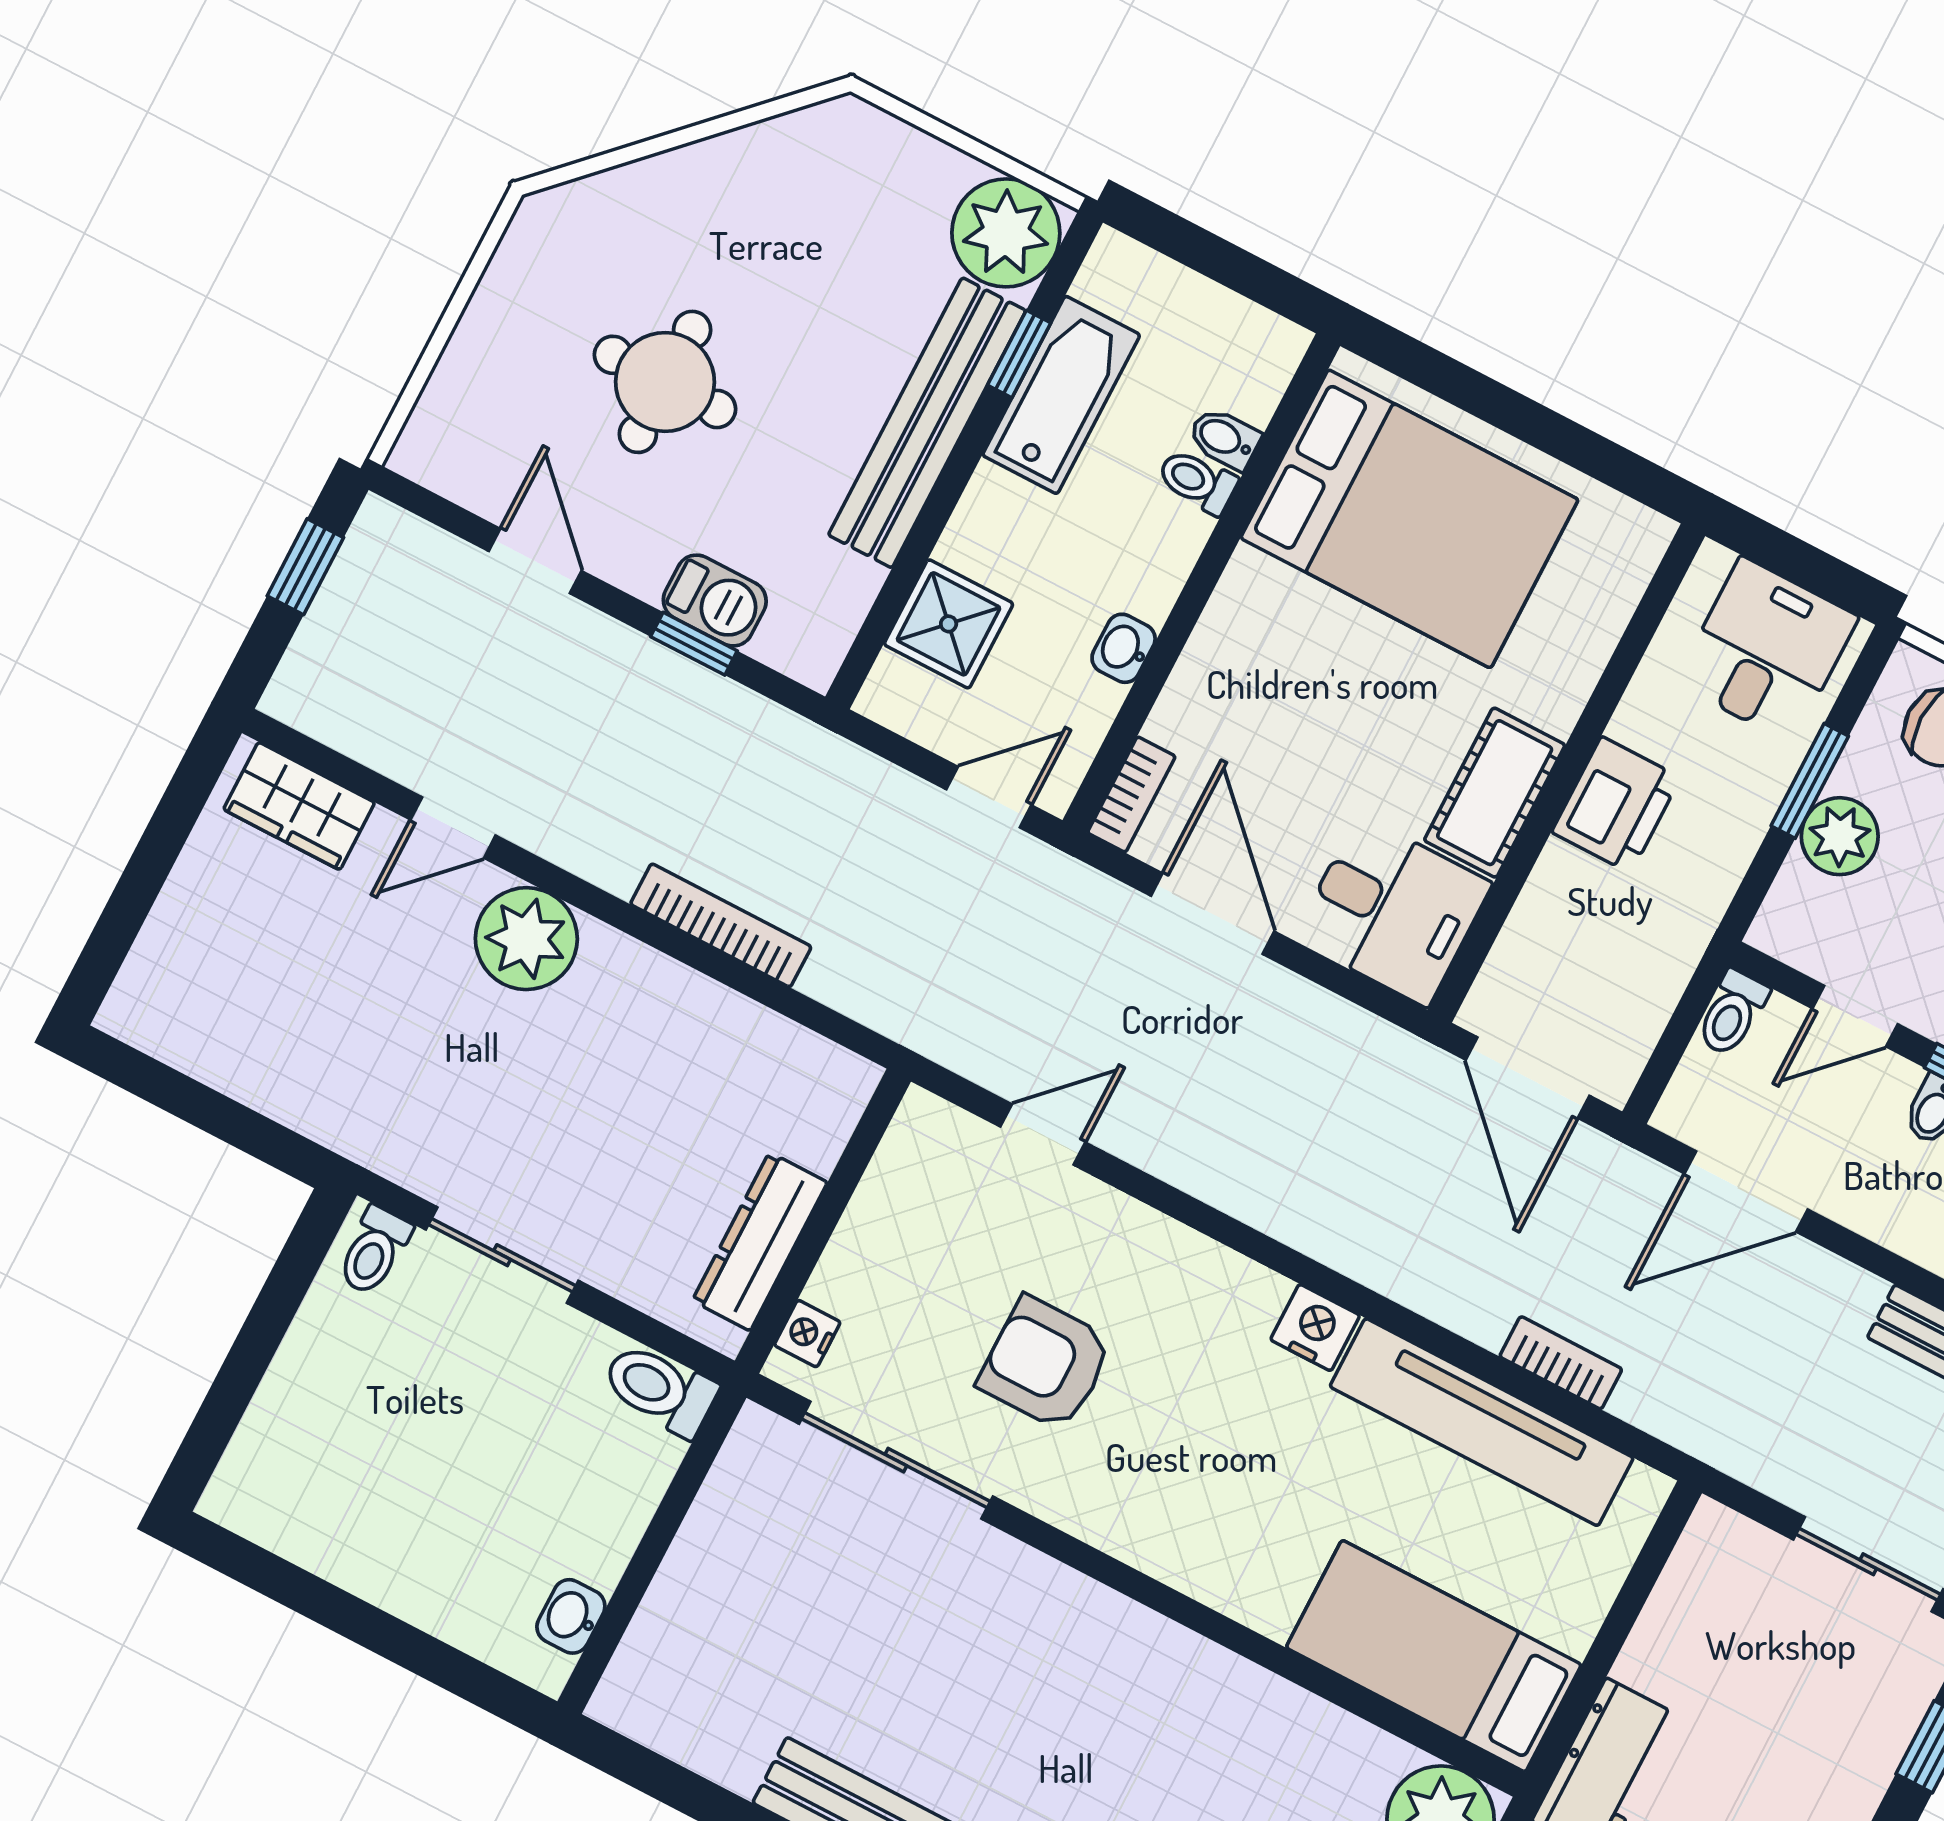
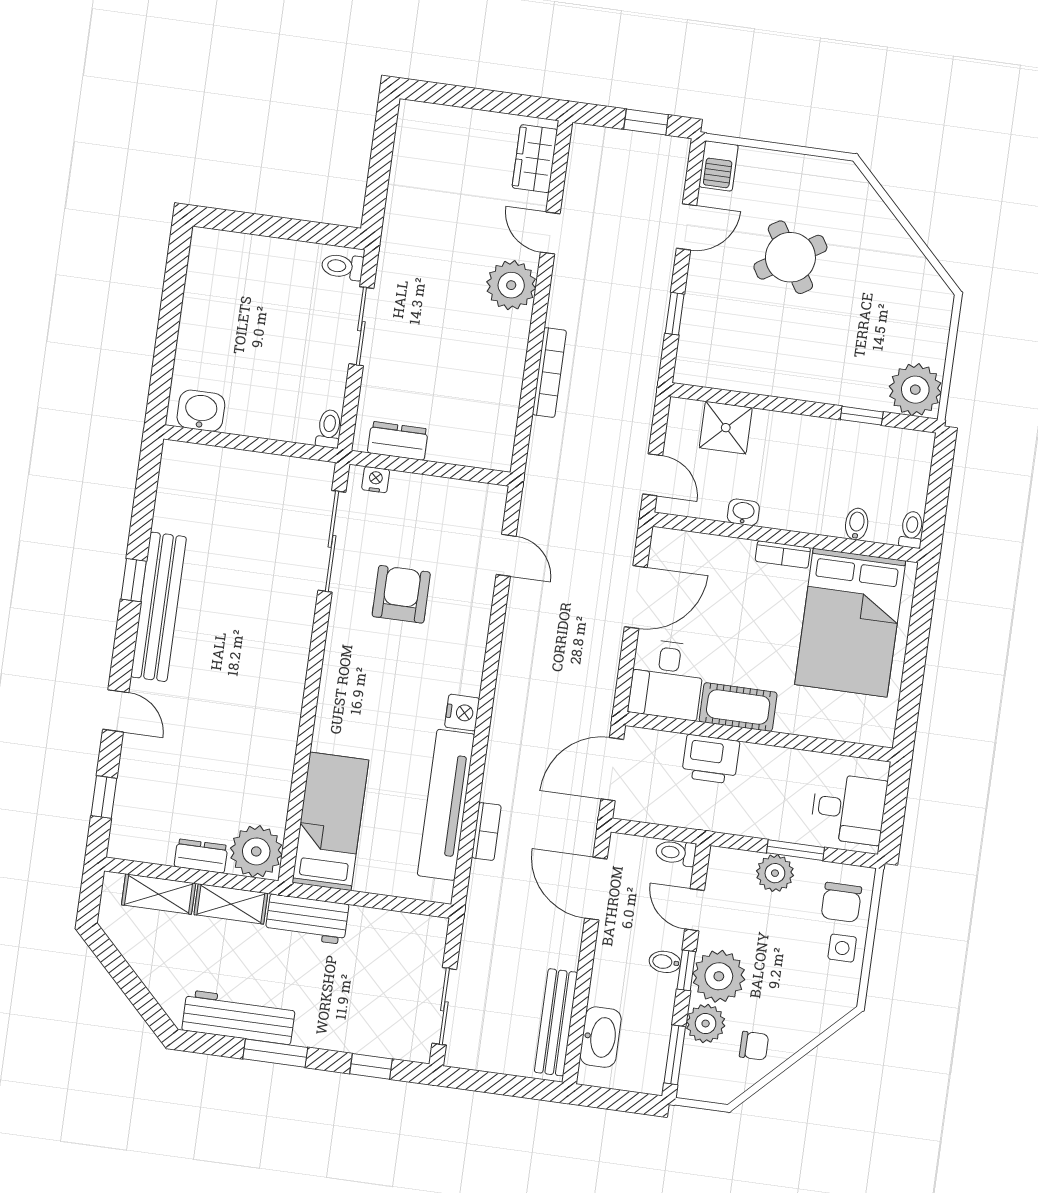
round table: (665, 382) -> (790, 257), turned -32
bathtub: (1061, 395) -> (850, 442), removed
bench: (927, 423) -> (815, 385), removed
toilet: (1197, 481) -> (912, 530), moved
barbecue: (715, 600) -> (719, 166), moved
bookcase: (1131, 795) -> (783, 554), moved
printer: (1616, 805) -> (711, 759), moved
dresser: (760, 1242) -> (398, 441), width x0.70
toilet: (660, 1389) -> (329, 429), width x0.73, depth x0.72
washbasin: (571, 1616) -> (201, 411), width x1.38, depth x1.45

